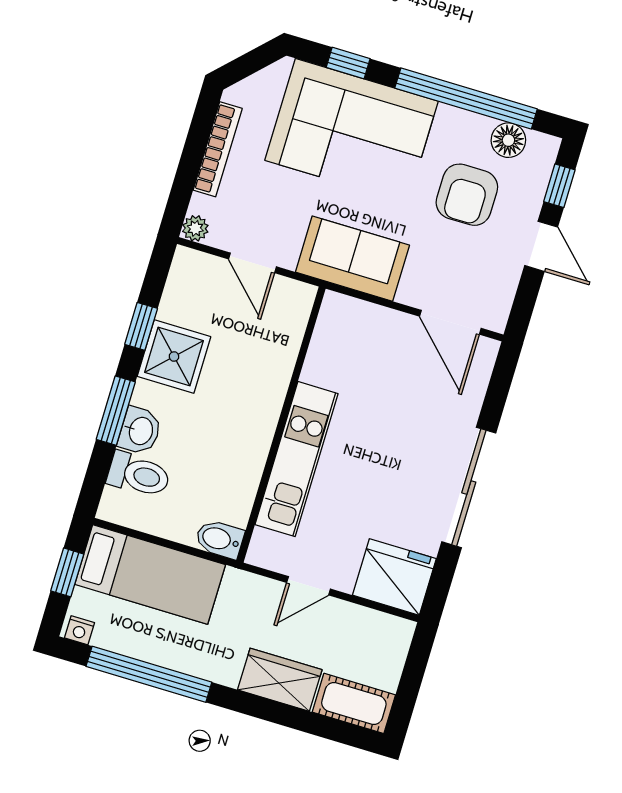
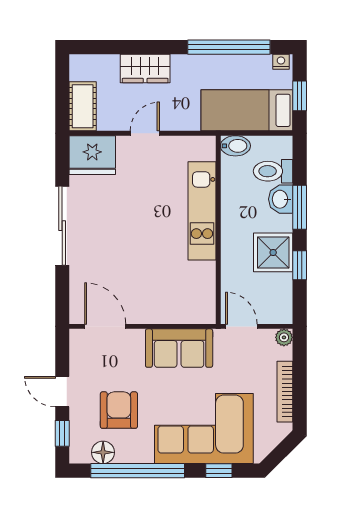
wall: (281, 425) -> (218, 230), moved
kitchen unit: (297, 459) -> (202, 211), moved
bidet: (220, 539) -> (235, 146), moved
cot: (354, 703) -> (83, 106), moved, turned 90

